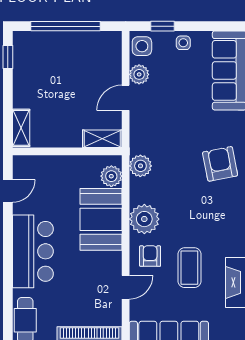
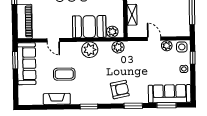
shelving: (102, 139) -> (132, 15), moved
armchair: (150, 256) -> (70, 53), removed

